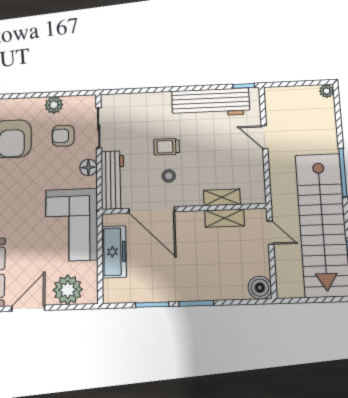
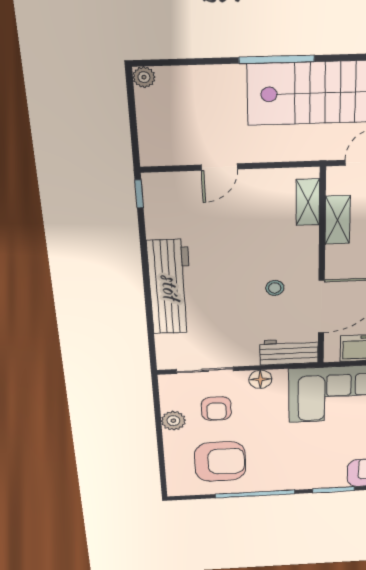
workbench: (211, 103) -> (170, 287), moved
trolley: (167, 147) -> (233, 291), removed
workbench: (112, 180) -> (289, 352), width x0.73
shelving: (222, 197) -> (308, 202), moved

